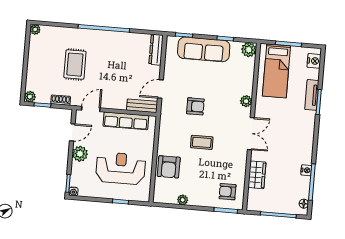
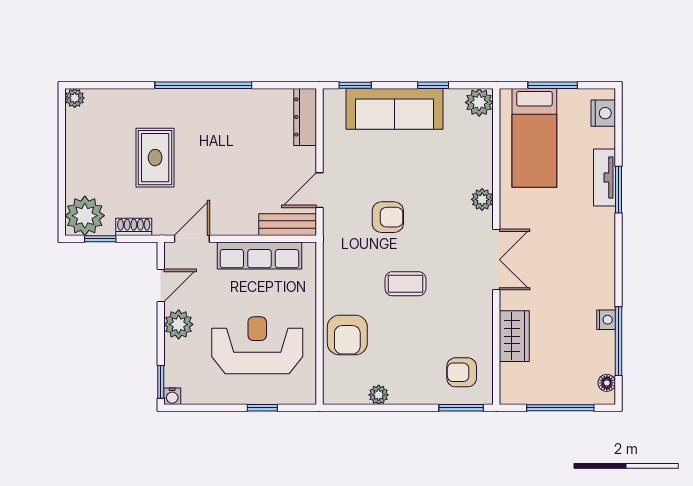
plant: (30, 97) -> (85, 216), width x1.88, depth x1.88

